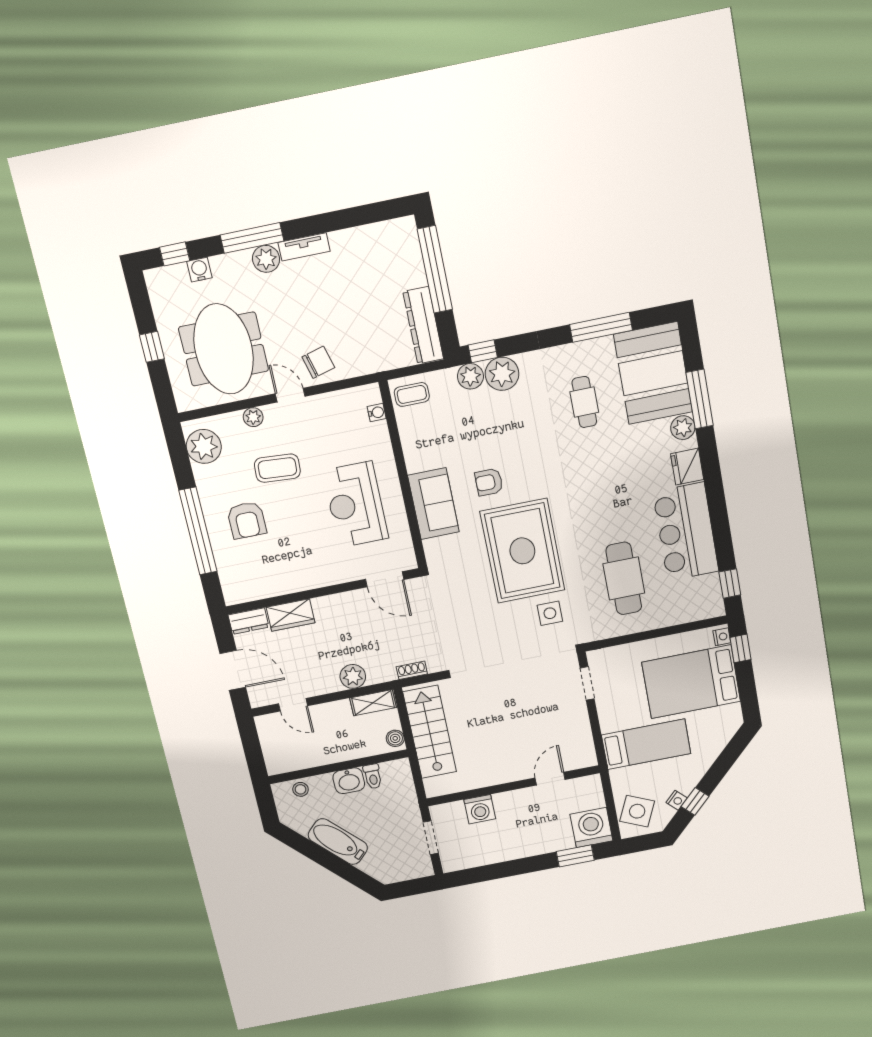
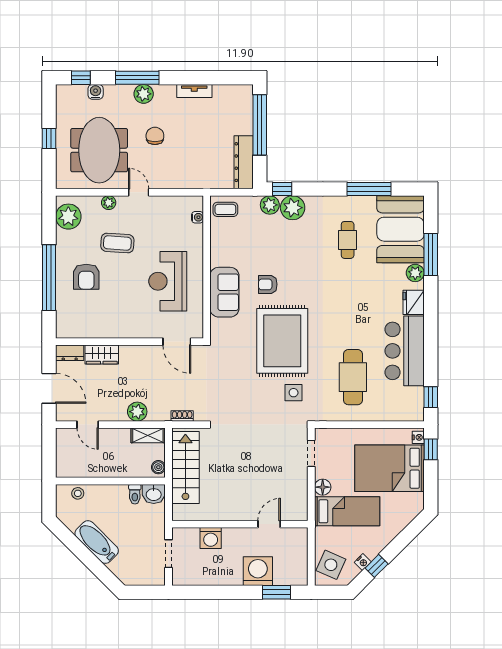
tv unit: (304, 247) -> (194, 91), moved
chair: (318, 362) -> (155, 136), moved, turned -75
floor lamp: (610, 721) -> (323, 487), added
washbasin: (349, 781) -> (154, 494), moved
washing machine: (591, 828) -> (258, 571), moved

